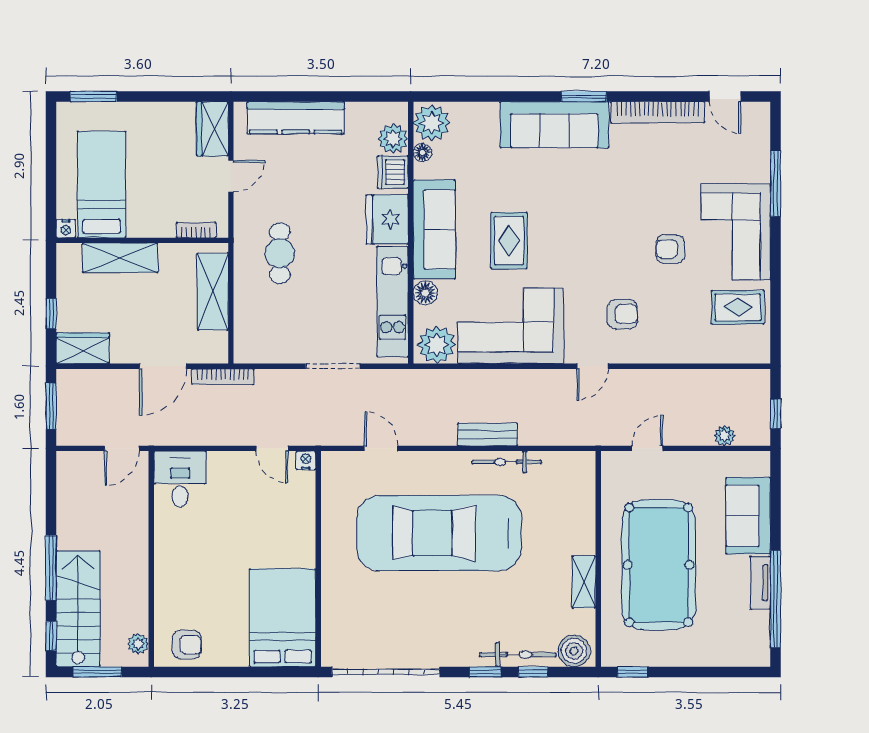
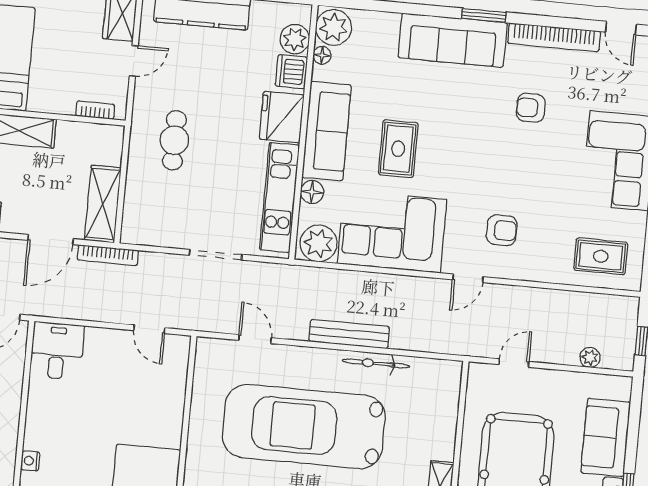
armchair: (670, 249) -> (531, 108), moved
shelving: (213, 292) -> (103, 204), moved
rug: (738, 307) -> (601, 256), moved
bench: (487, 434) -> (349, 334), width x1.36
nightstand: (306, 460) -> (30, 461), moved, turned -90

